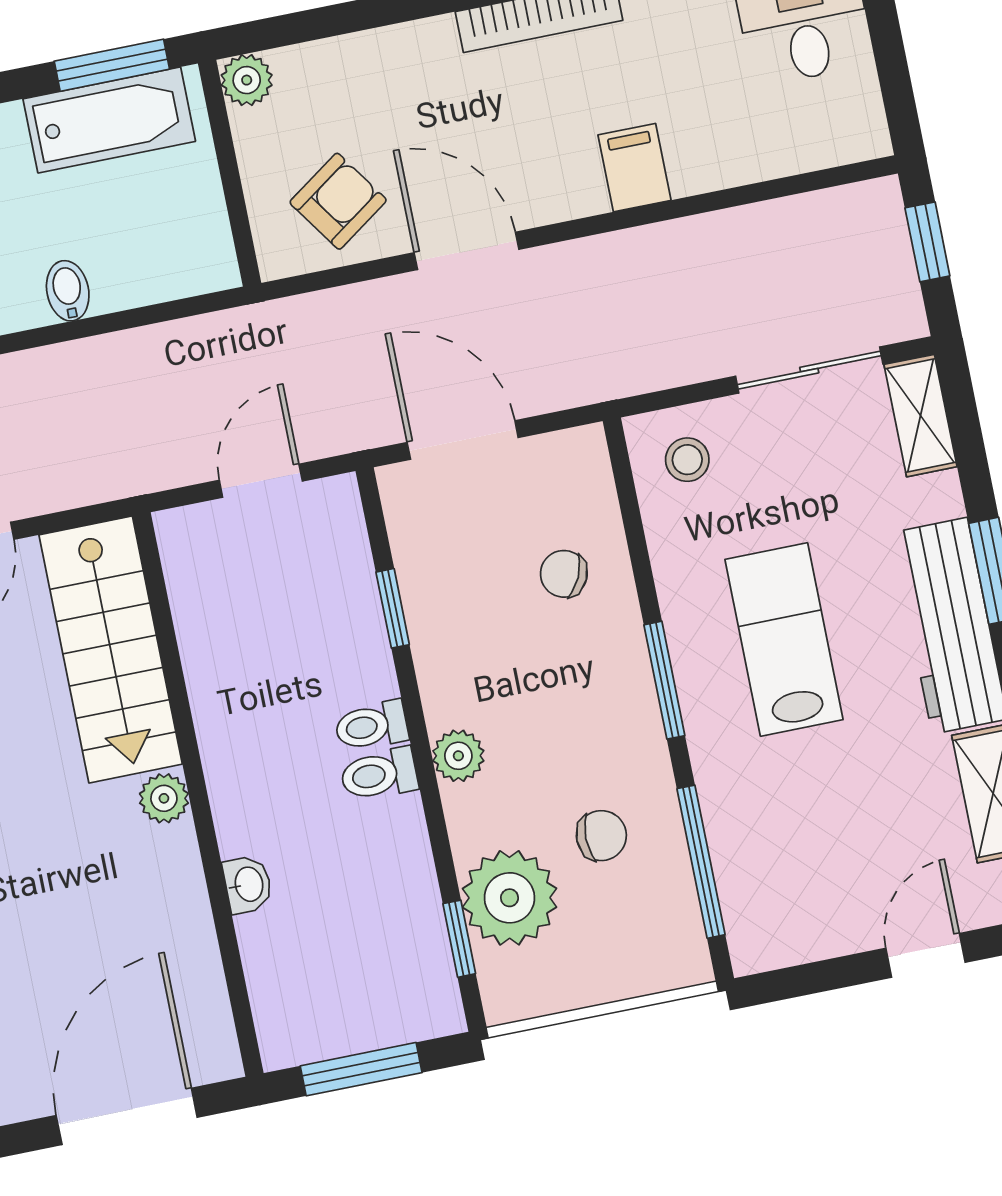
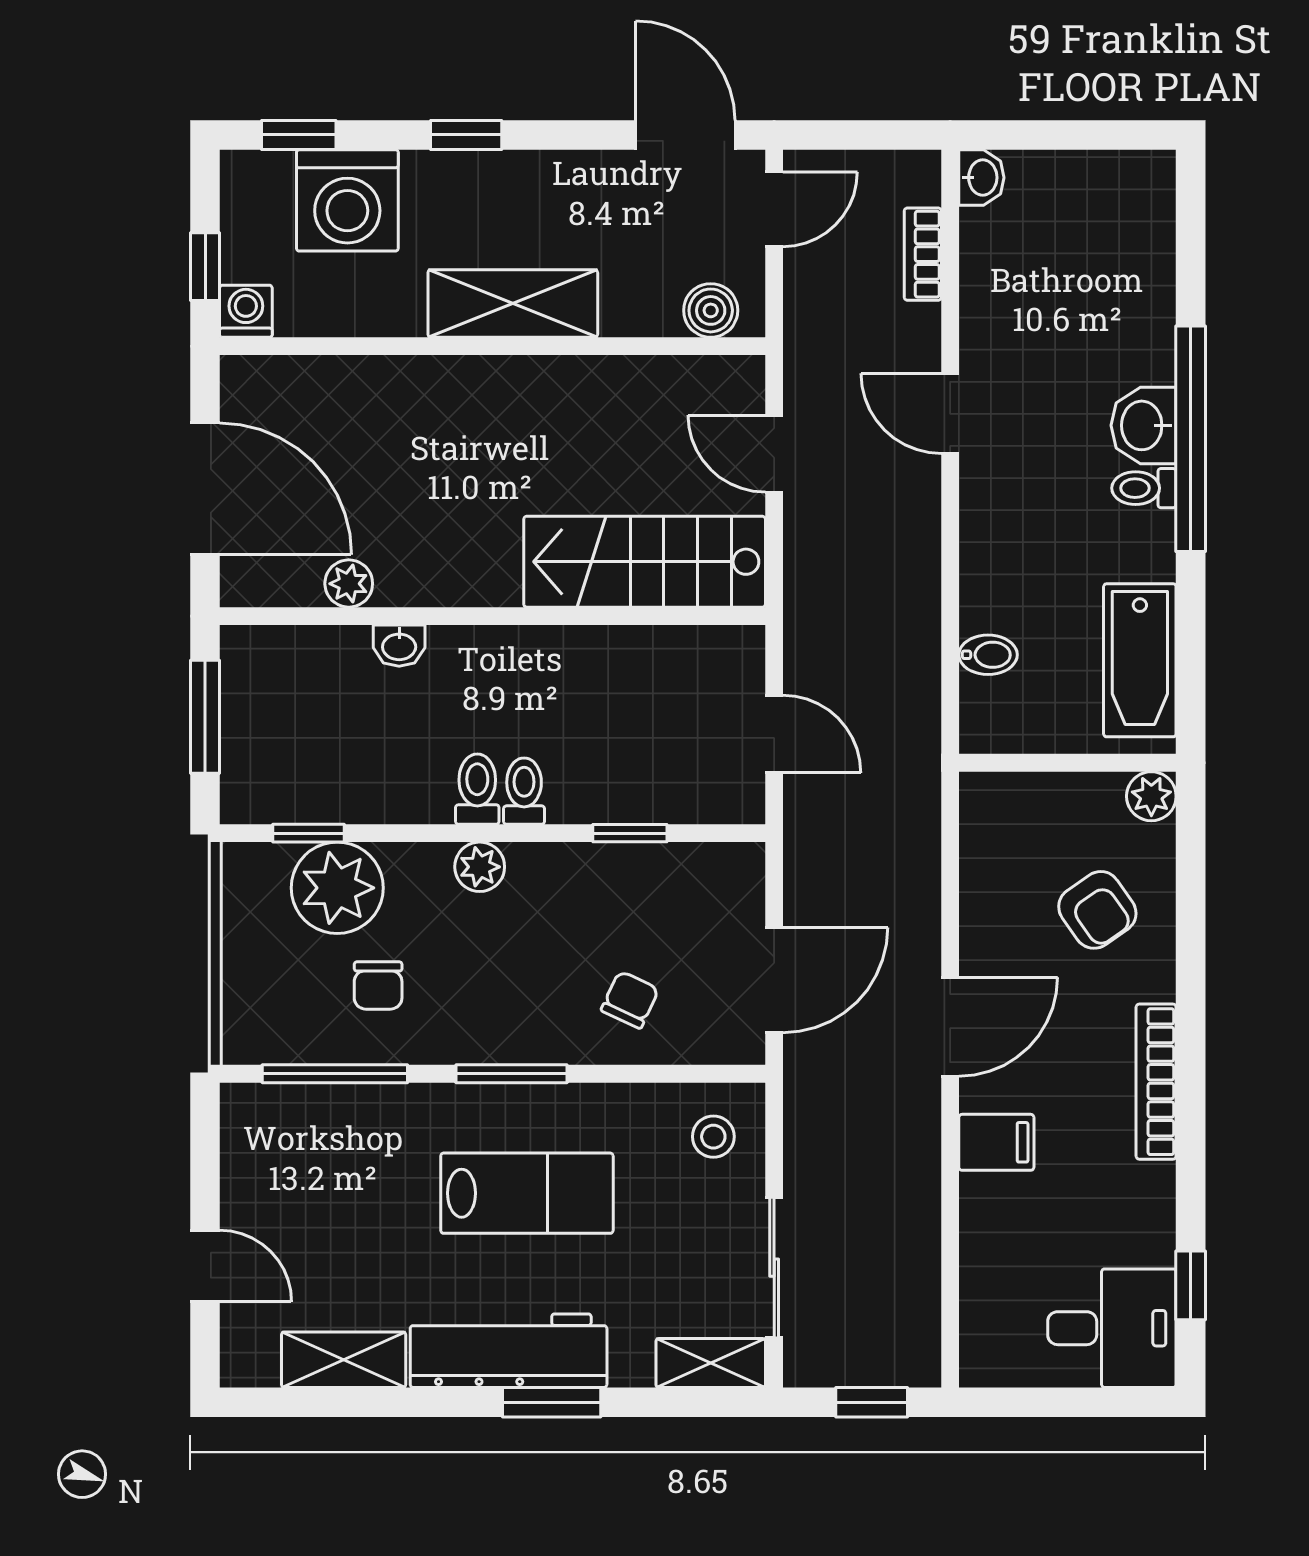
window: (112, 65) -> (1191, 673), removed
armchair: (338, 201) -> (1097, 910), moved
door: (466, 251) -> (950, 1027), moved
bidet: (68, 291) -> (988, 655), moved
door: (463, 440) -> (774, 980), moved
plant: (164, 798) -> (349, 584), moved

